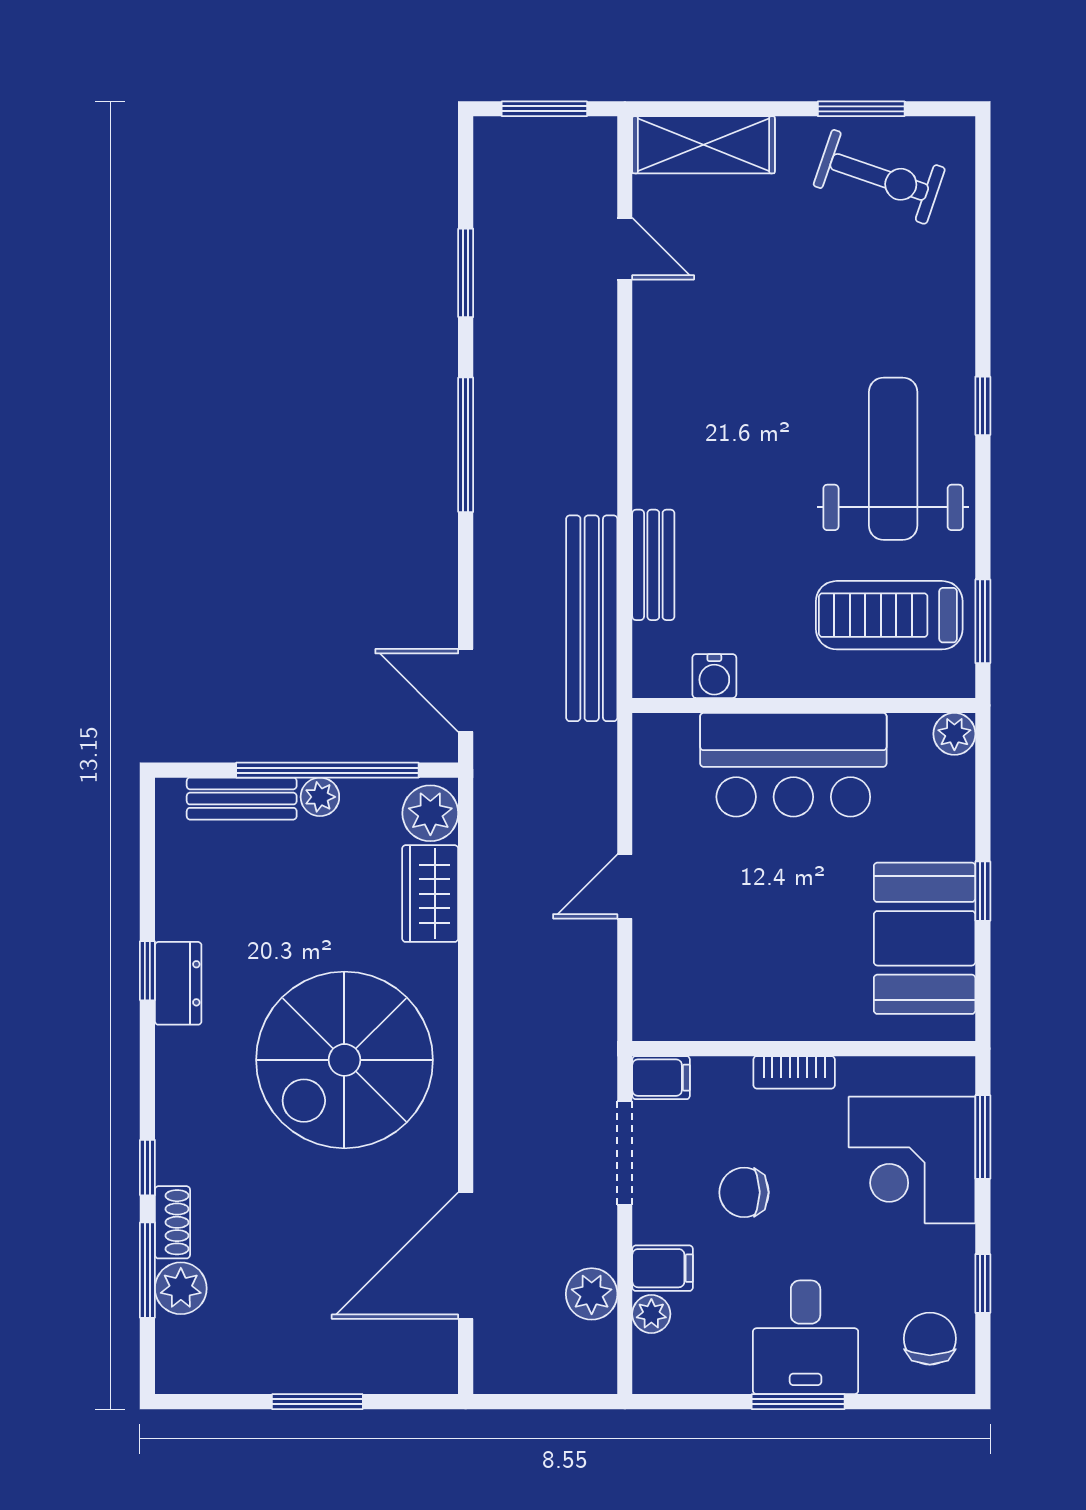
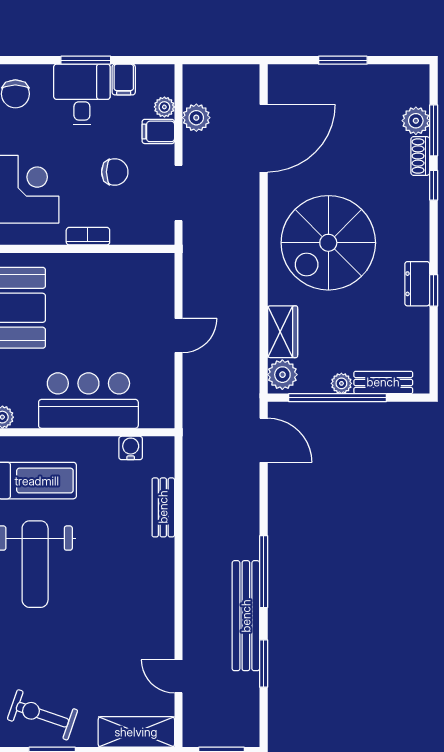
bench: (592, 618) -> (246, 616), moved
spiral stairs: (344, 1060) -> (328, 243), turned 180
filing cabinet: (661, 1078) -> (124, 80), moved, turned -90

